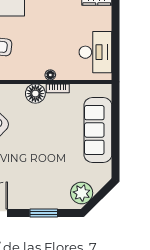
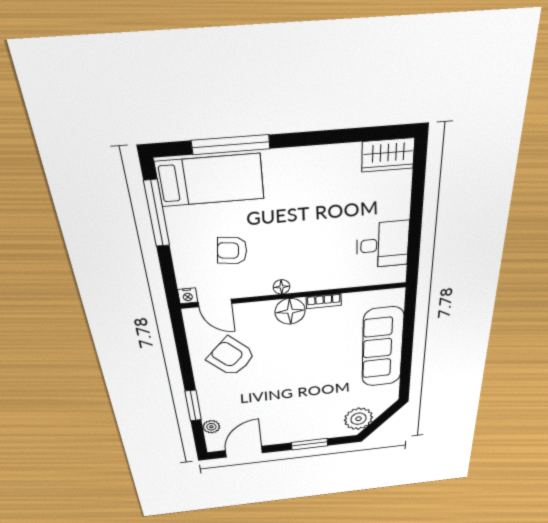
desk: (95, 52) -> (383, 245), width x0.73
floor lamp: (50, 75) -> (281, 287), moved

